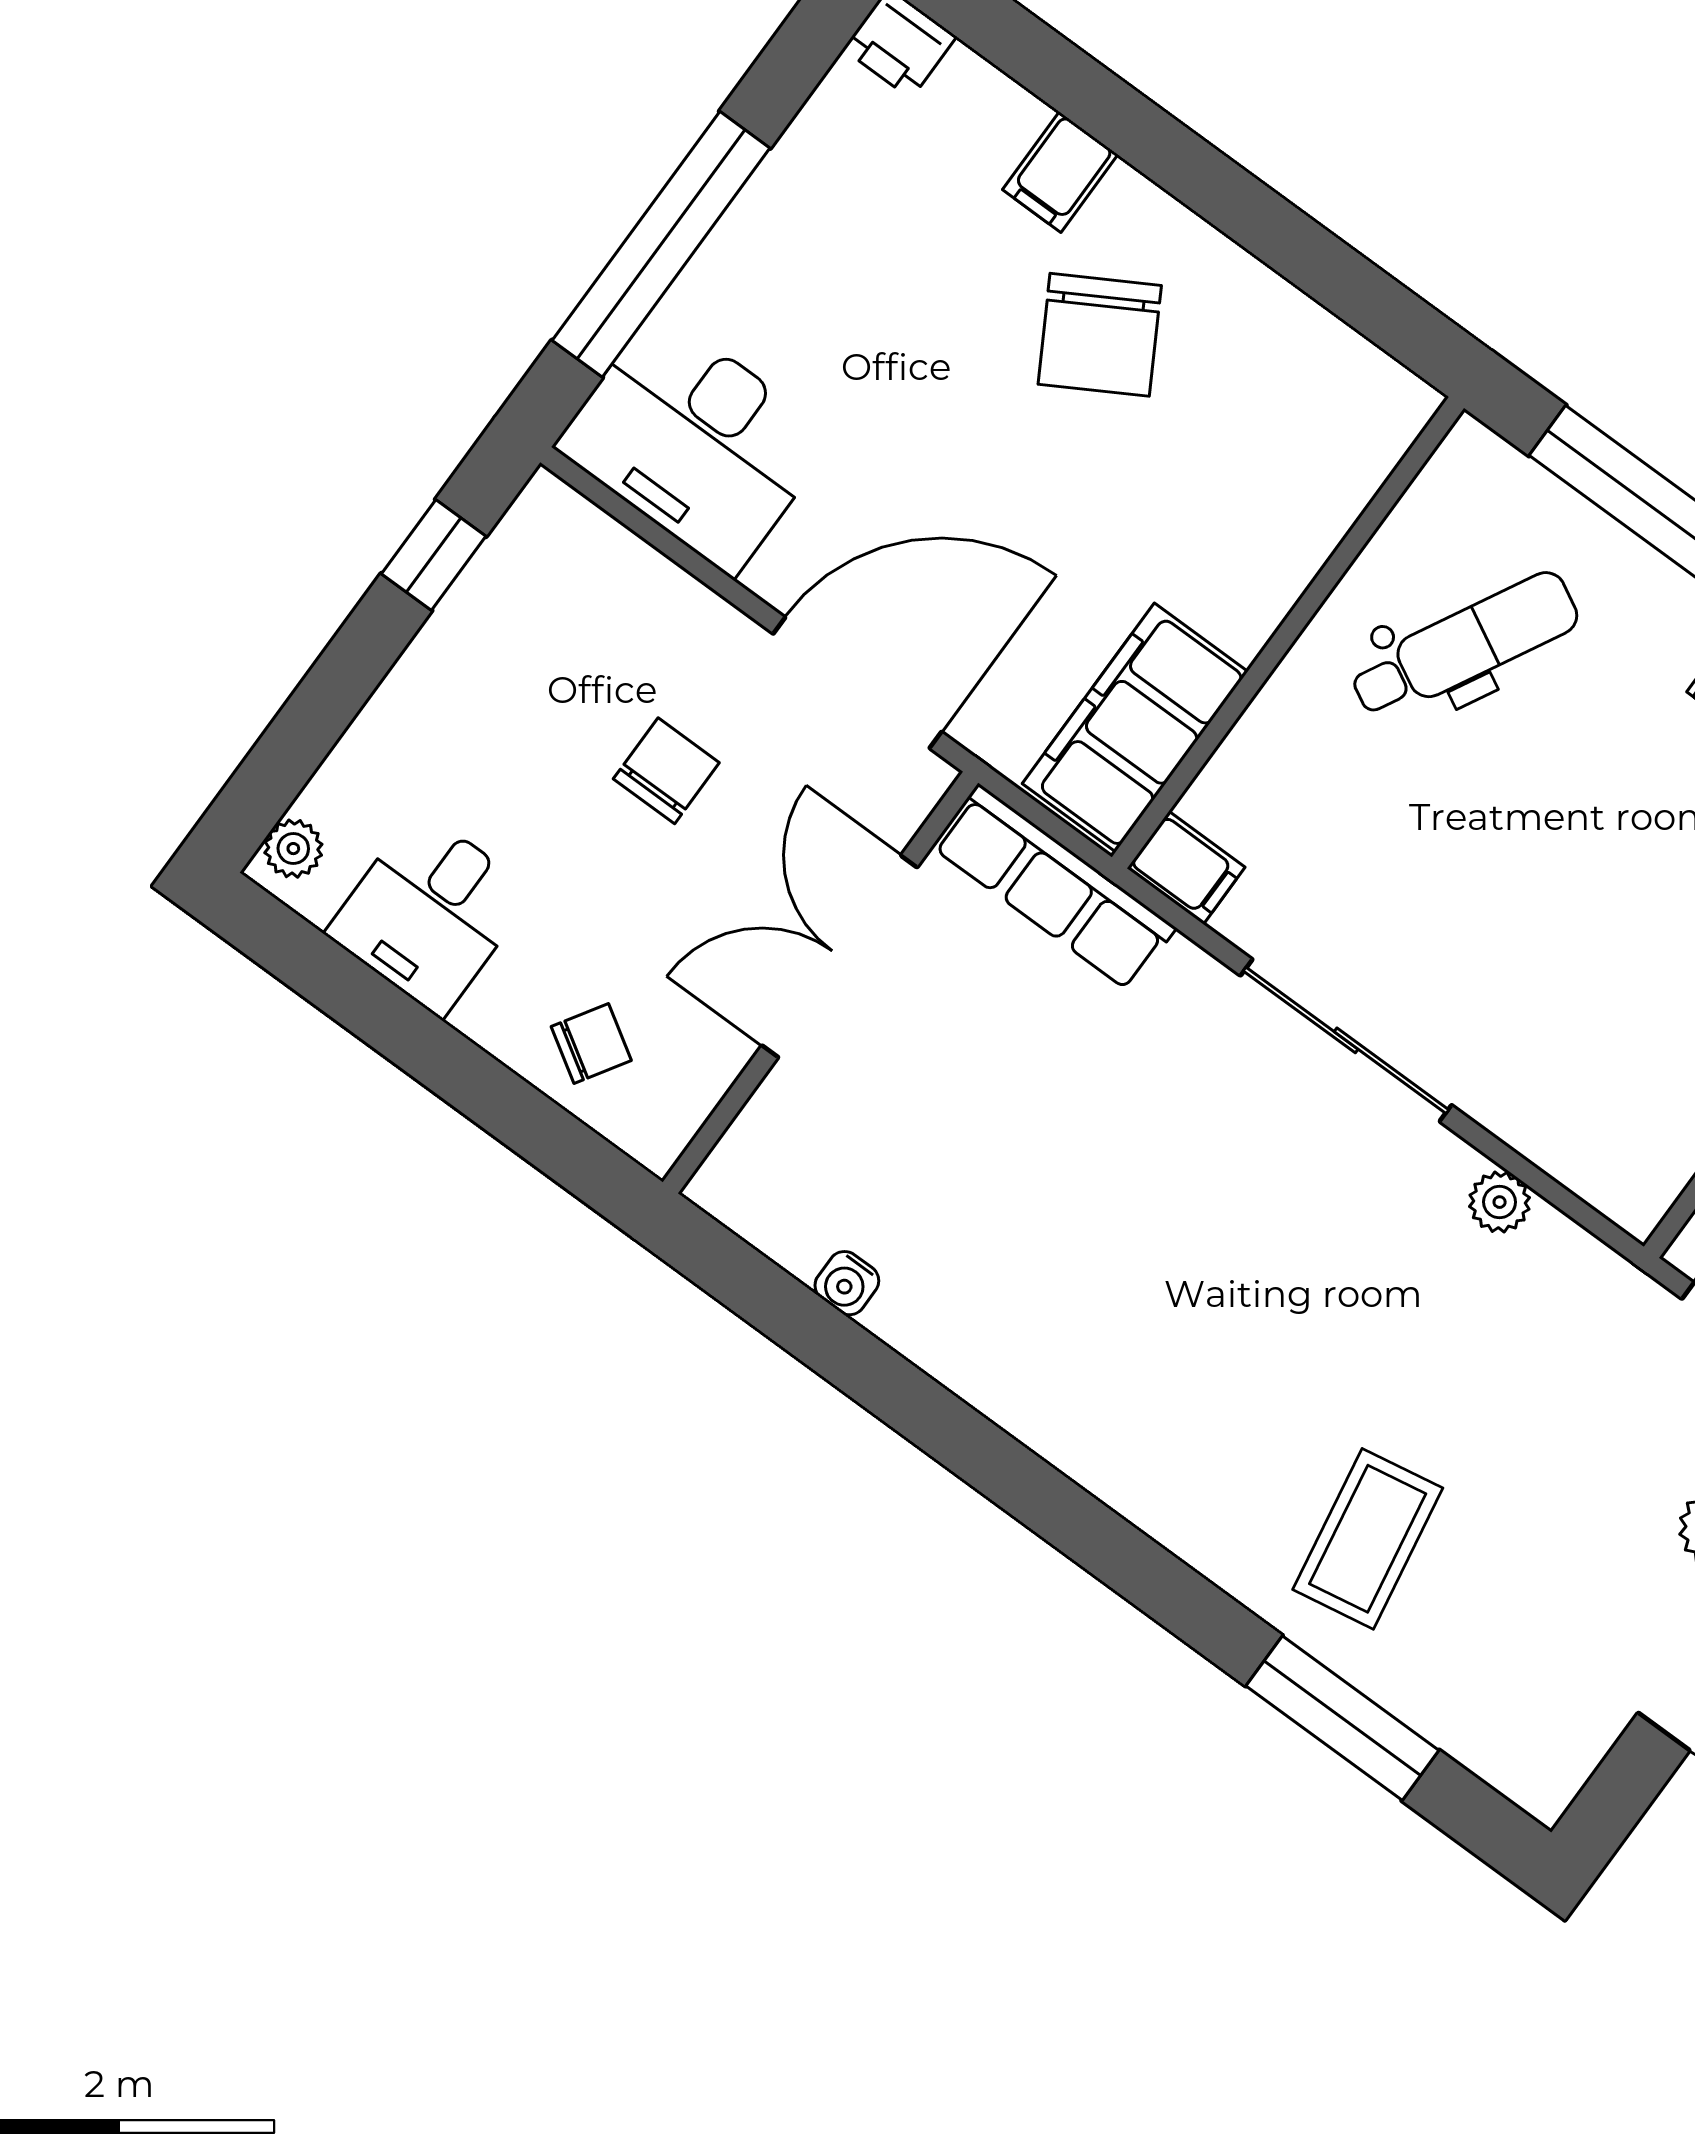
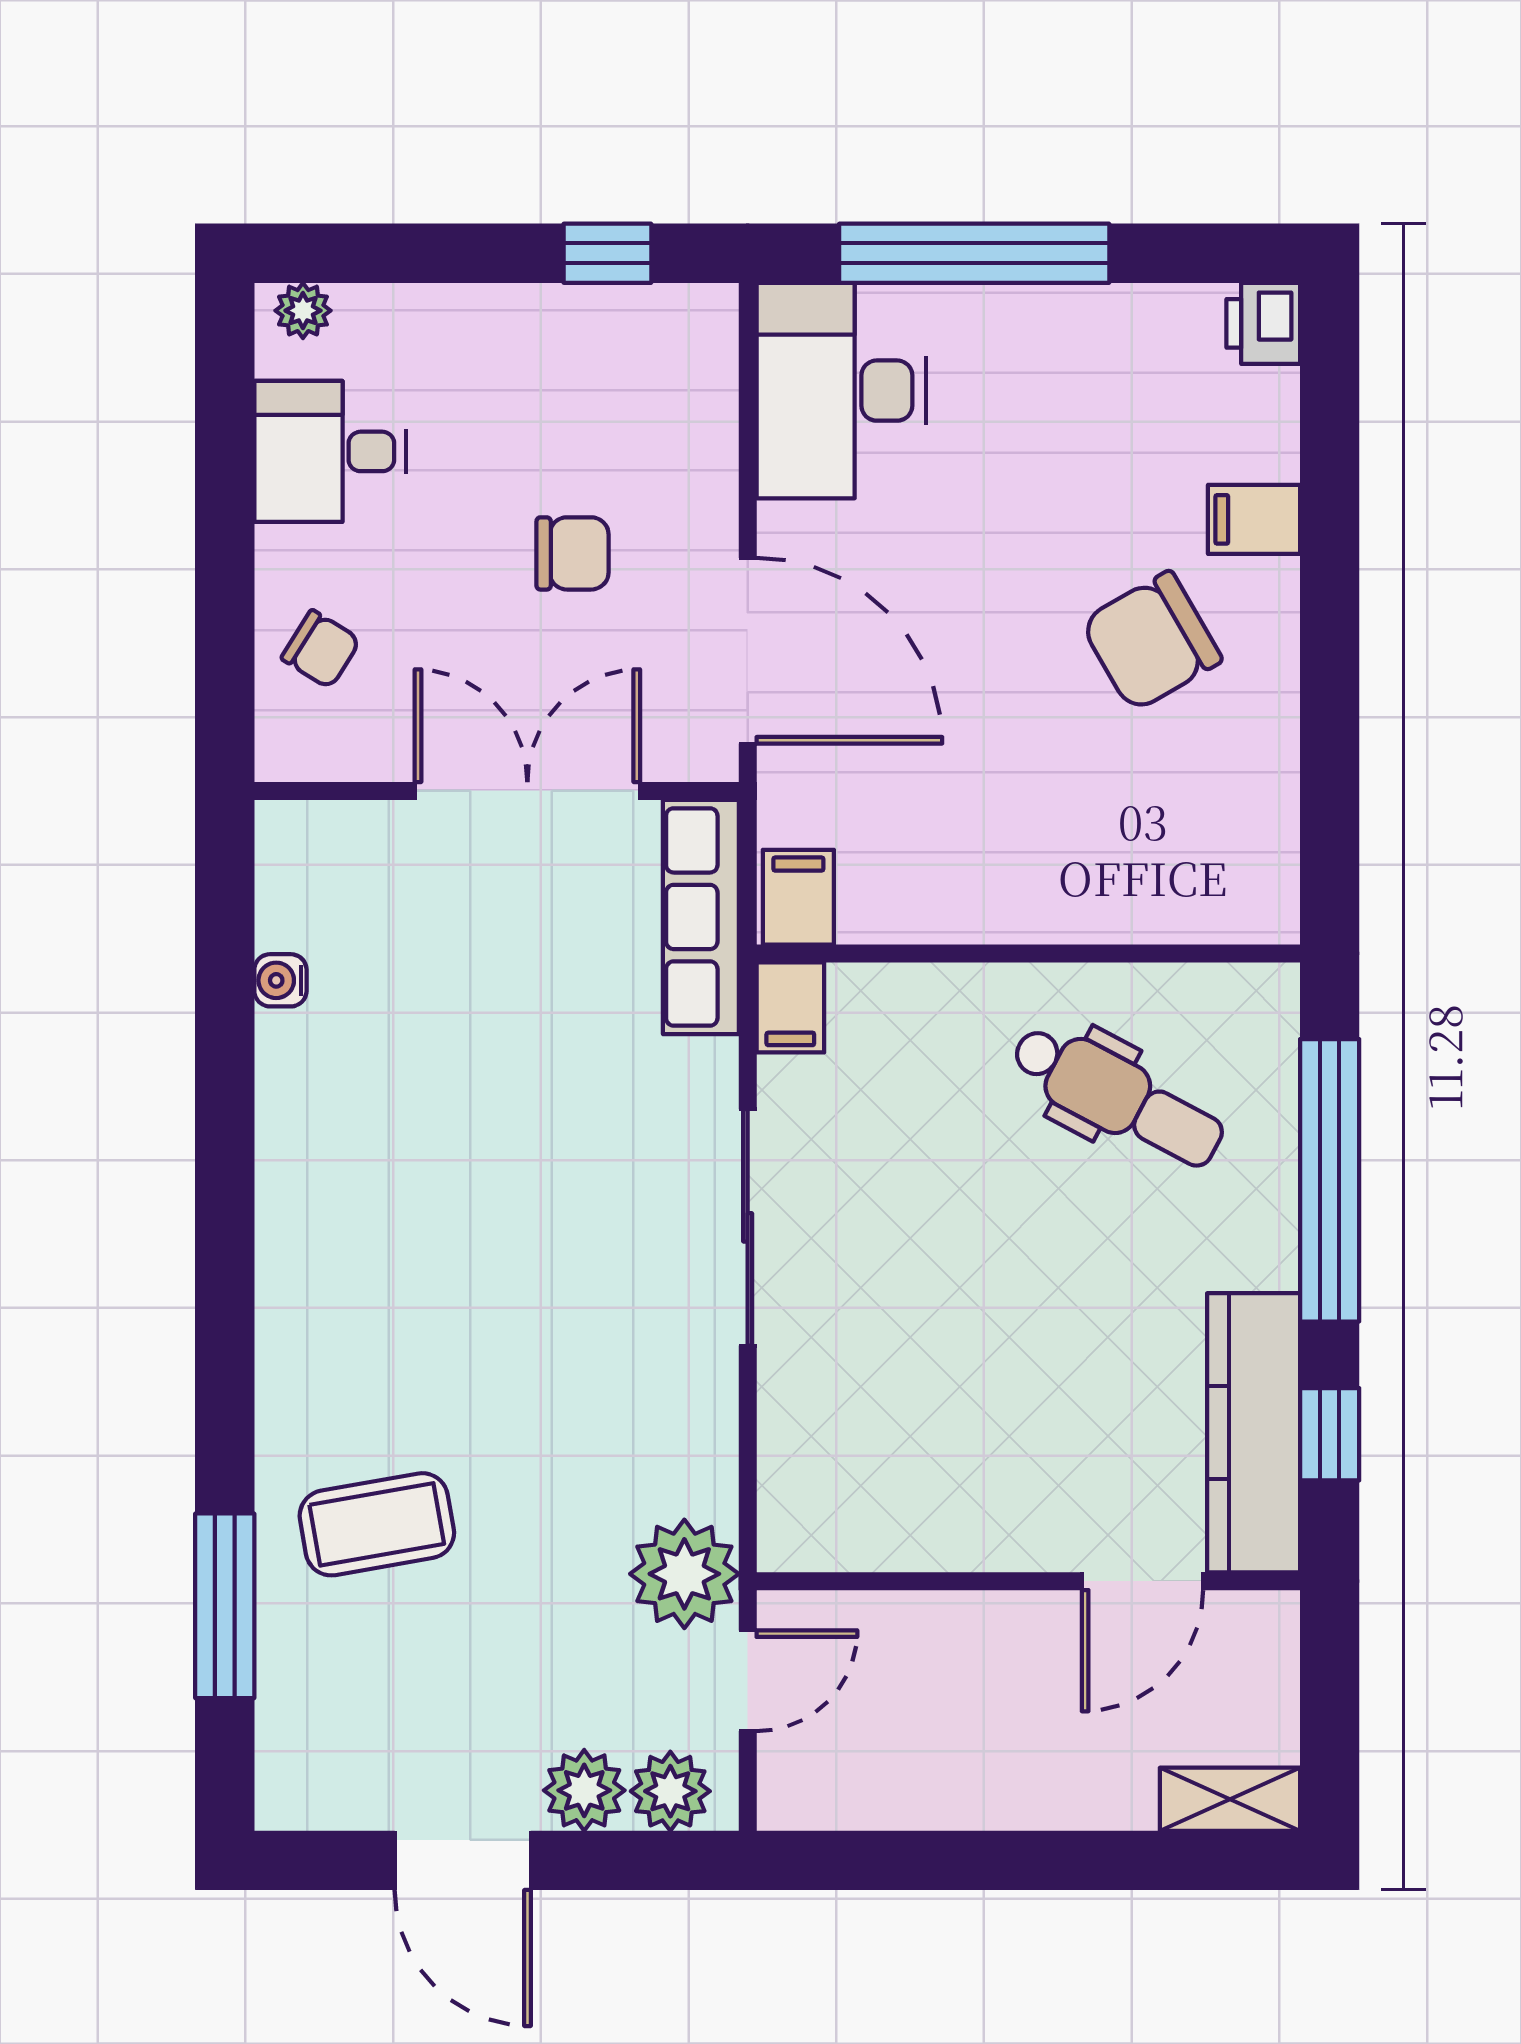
filing cabinet: (1135, 727) -> (798, 897), width x0.33, depth x0.86
plant: (1500, 1202) -> (684, 1574), moved, width x1.87, depth x1.87

